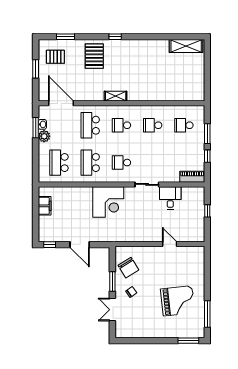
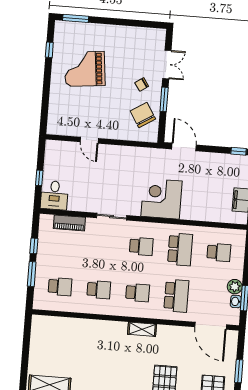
school desk: (59, 163) -> (219, 252), width x0.54
piano: (192, 177) -> (69, 223), moved
desk: (170, 198) -> (54, 195), moved
door: (80, 245) -> (184, 147), moved
window: (207, 314) -> (49, 50), width x0.46

